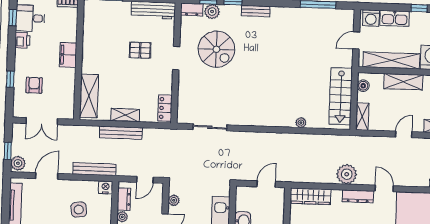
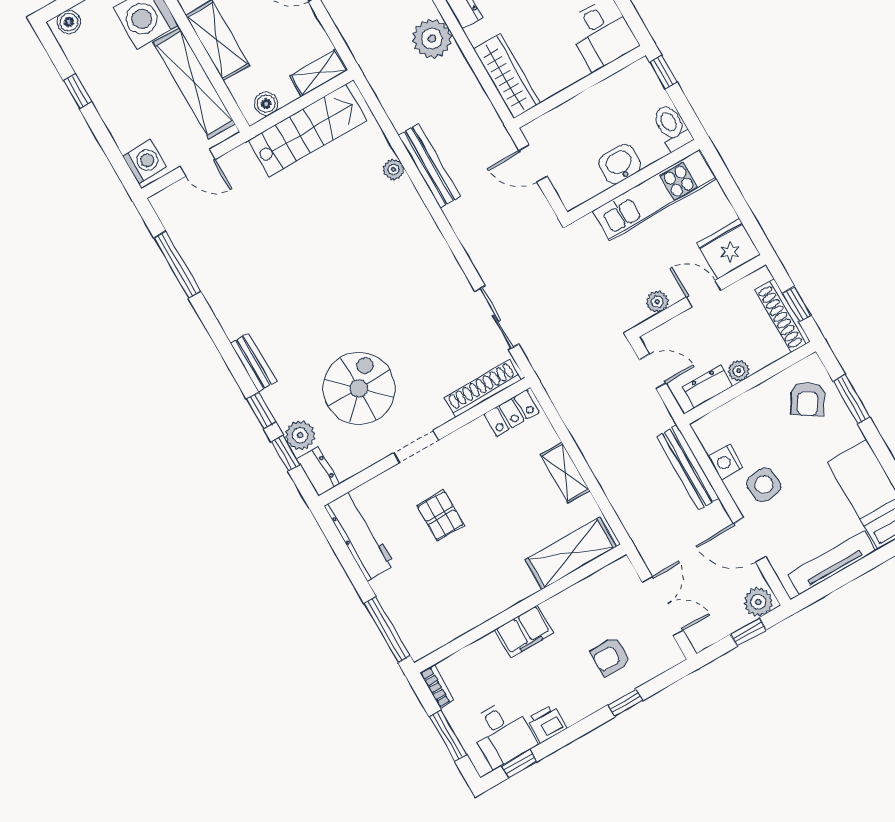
kitchen sink: (395, 18) -> (120, 122), removed
shoe rack: (183, 102) -> (482, 389), added
bench: (121, 133) -> (429, 166), moved
nightstand: (106, 187) -> (725, 462), moved
side table: (79, 210) -> (764, 485), moved

